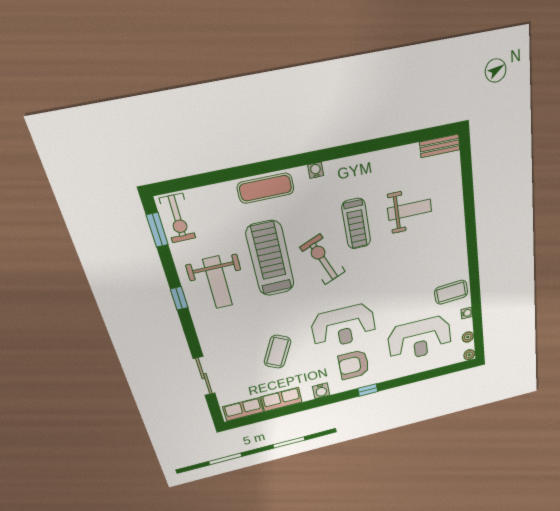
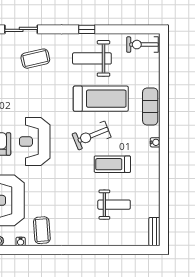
weight bench: (410, 210) -> (114, 205), turned -90
window: (157, 230) -> (138, 29), removed
exercise bike: (323, 259) -> (92, 136), turned 180
coffee table: (277, 352) -> (35, 59), moved, turned -40

